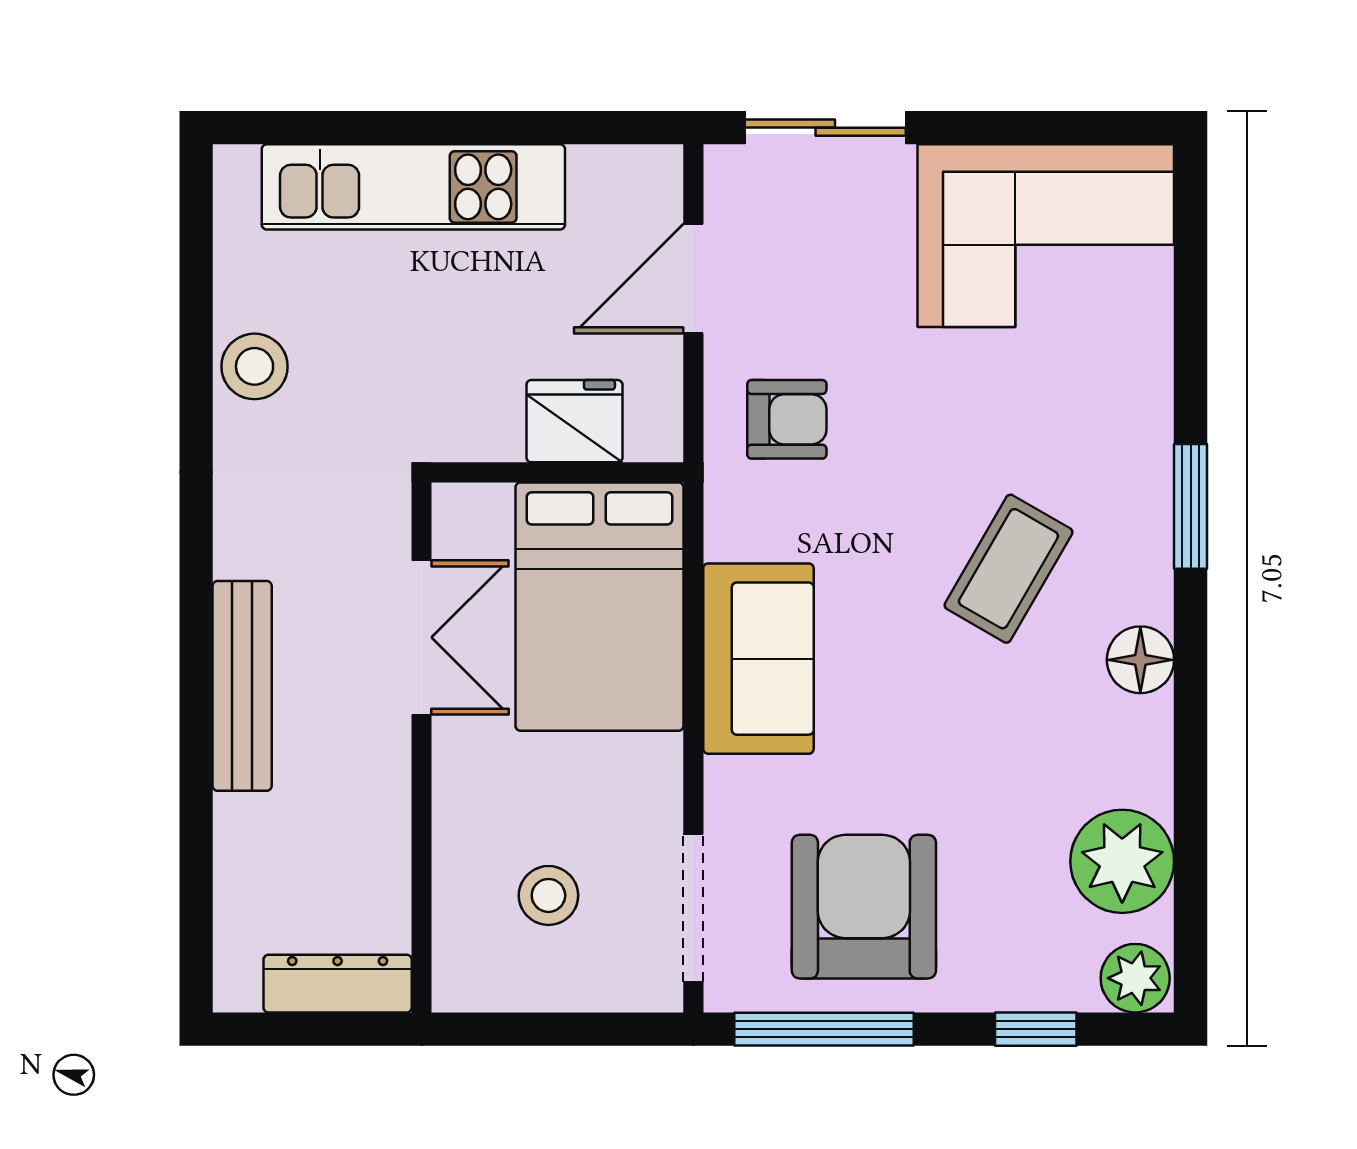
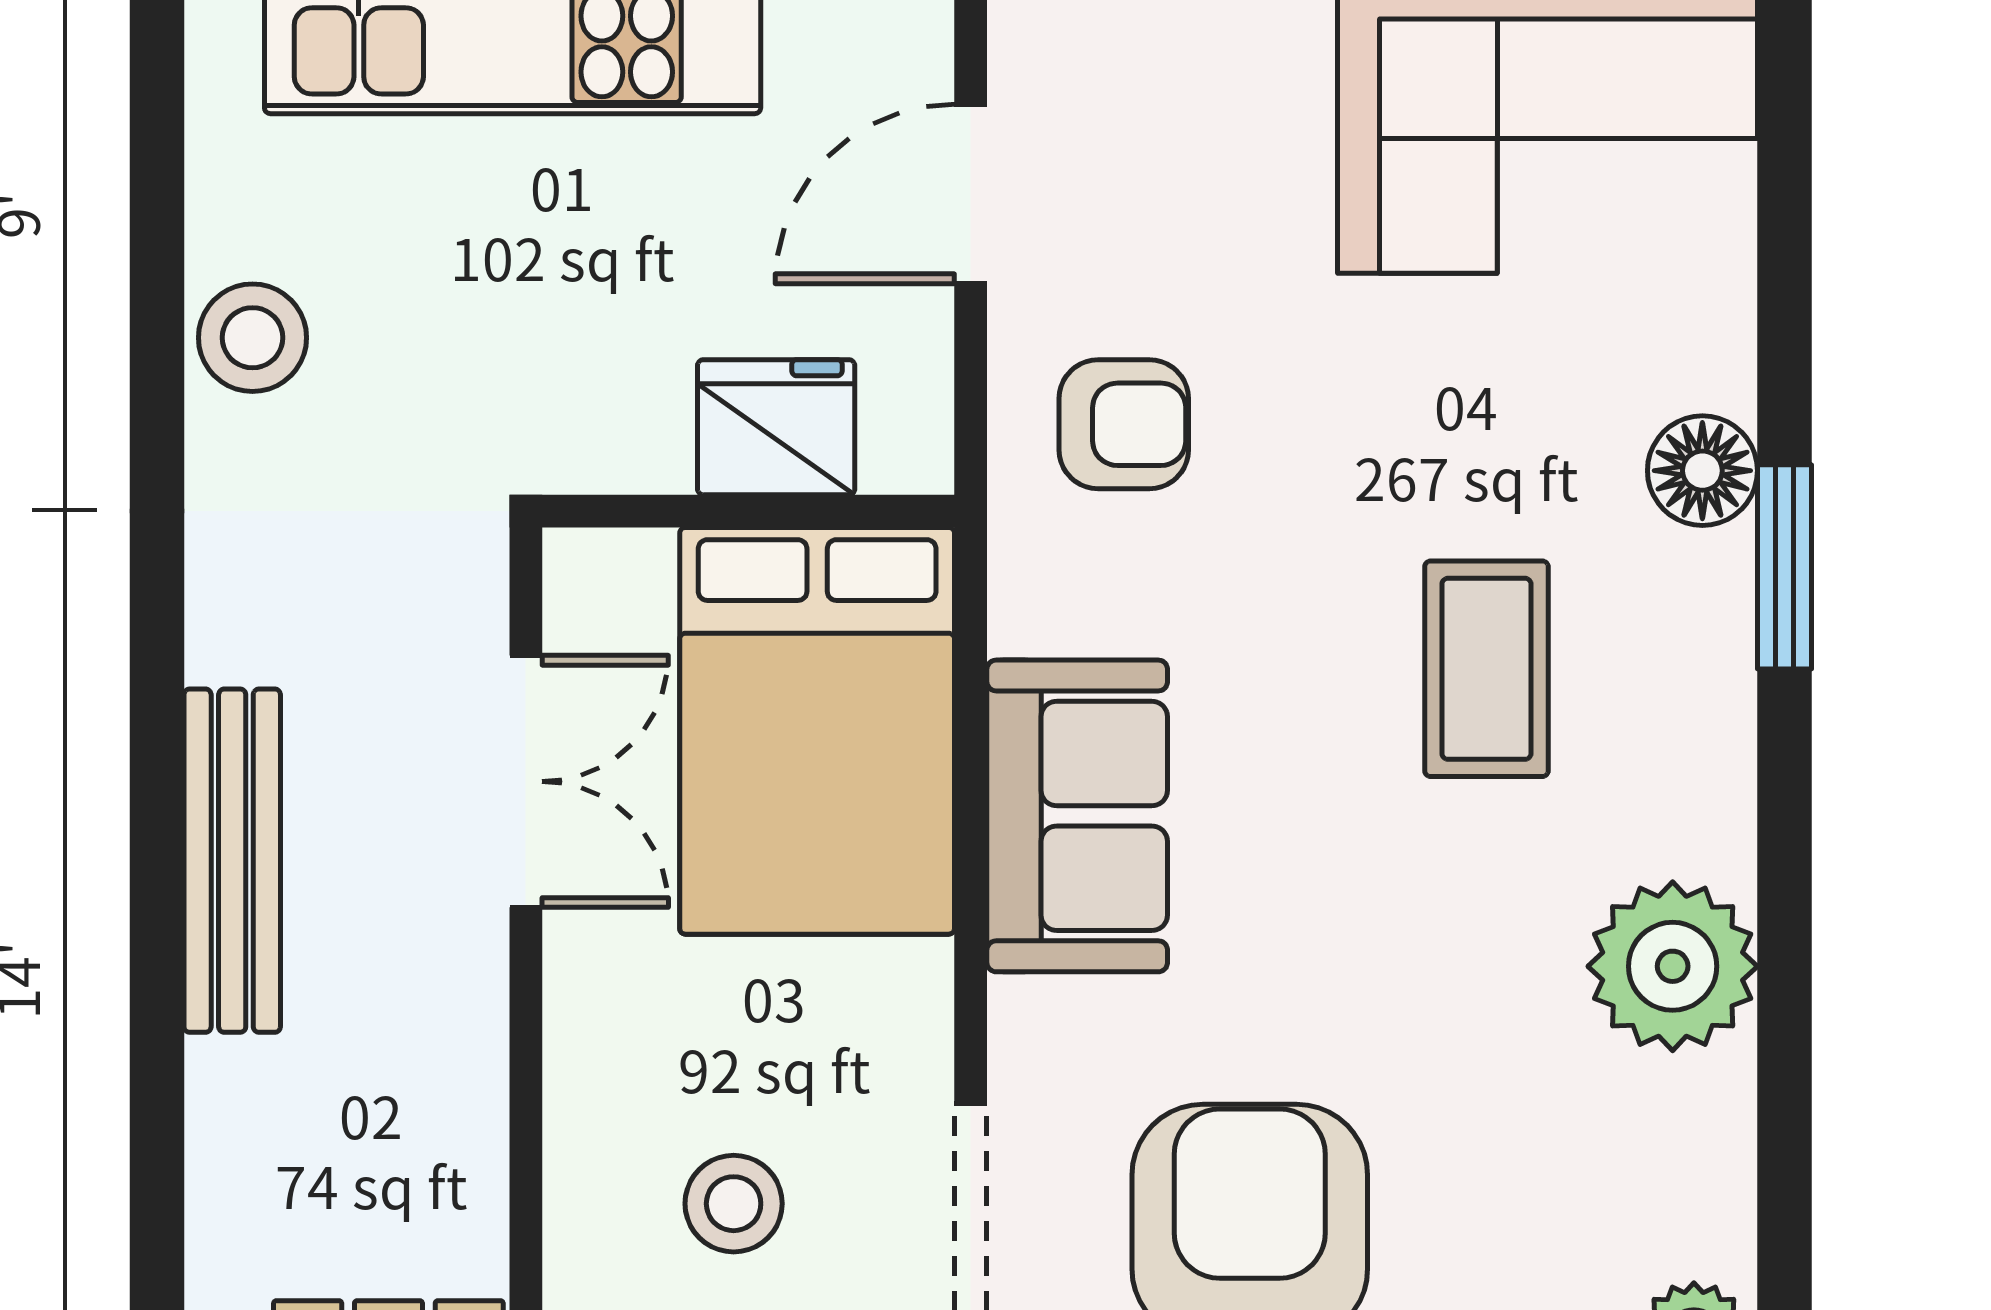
coffee table: (1008, 569) -> (1486, 669), turned -30
floor lamp: (1140, 660) -> (1702, 471), moved
plant: (1122, 861) -> (1673, 966), moved

